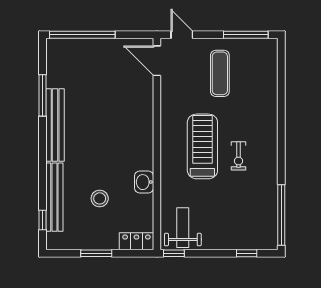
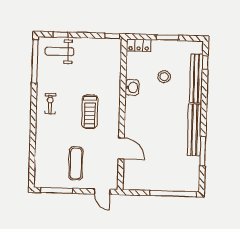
door: (157, 61) -> (121, 148), moved
treadmill: (202, 146) -> (90, 112), width x0.73, depth x0.73
exercise bike: (238, 156) -> (50, 104), moved
weight bench: (183, 228) -> (60, 51), moved, turned 90

